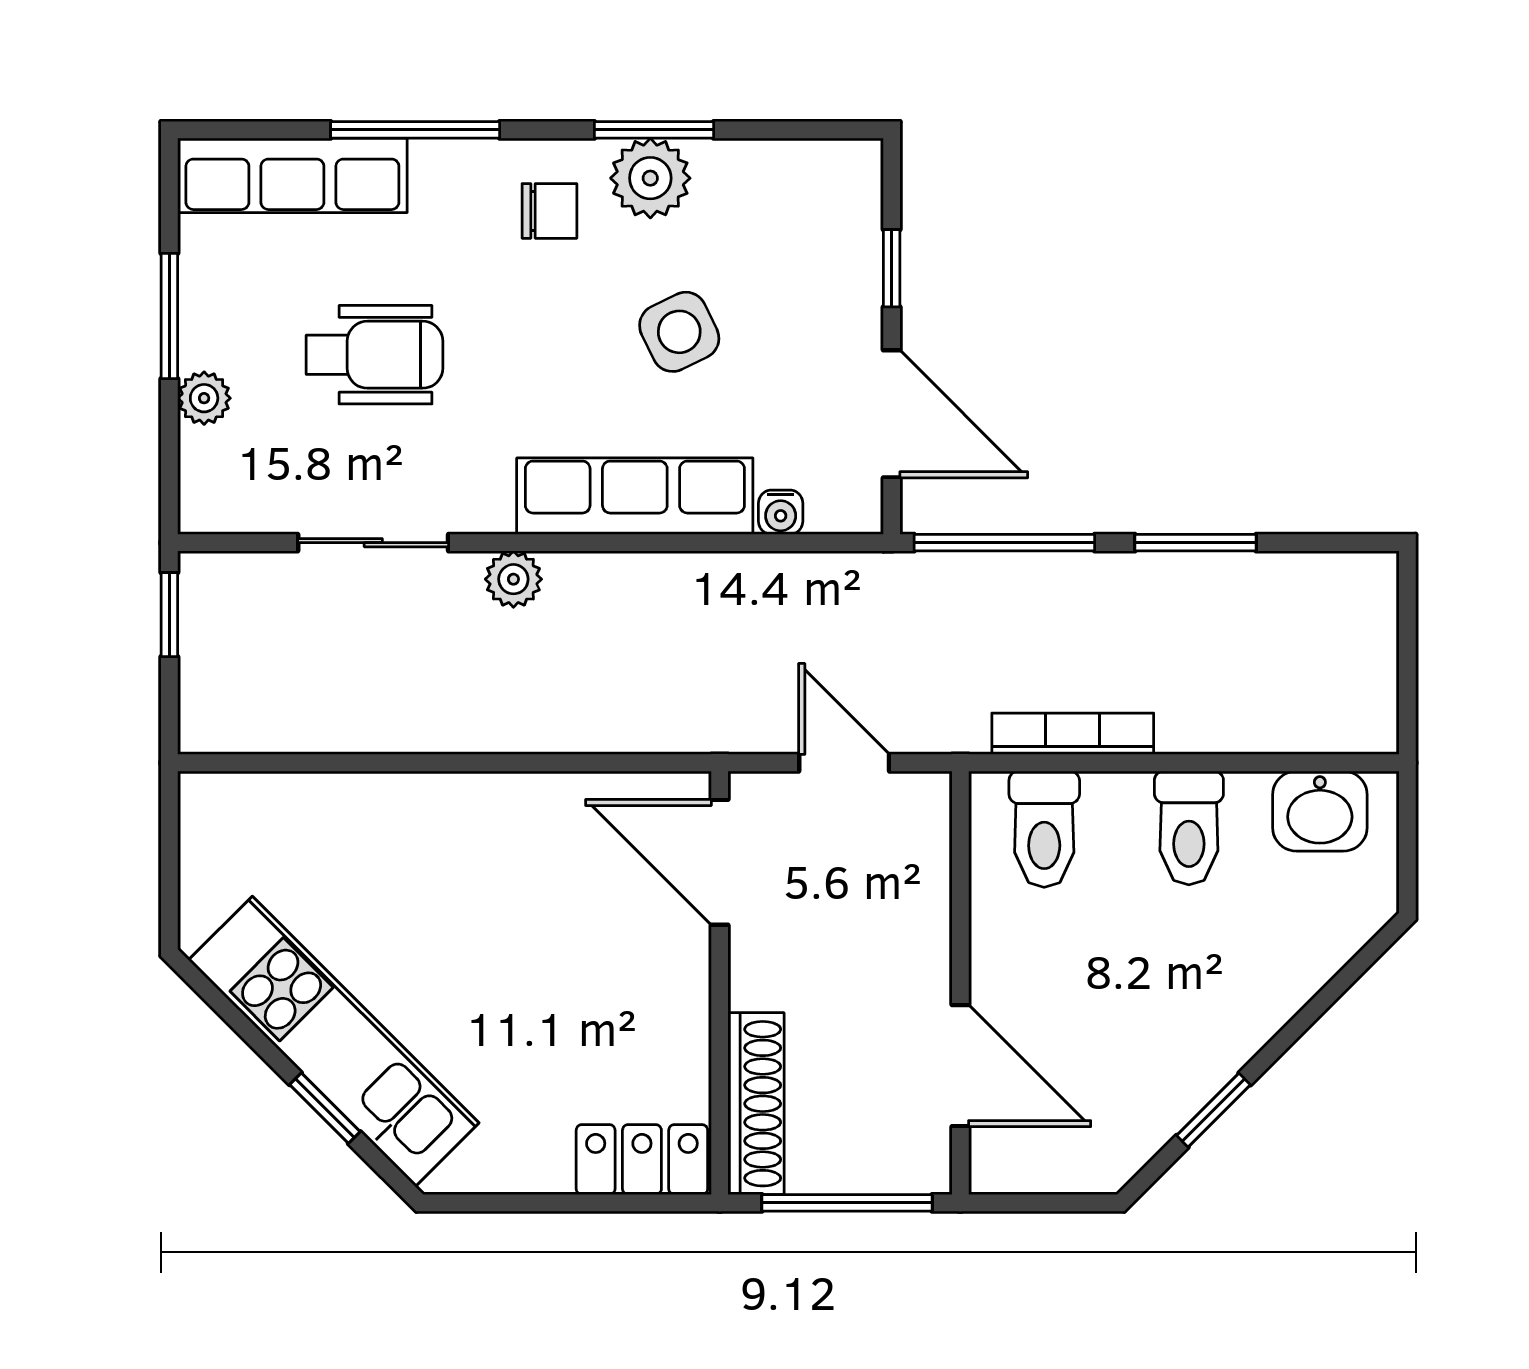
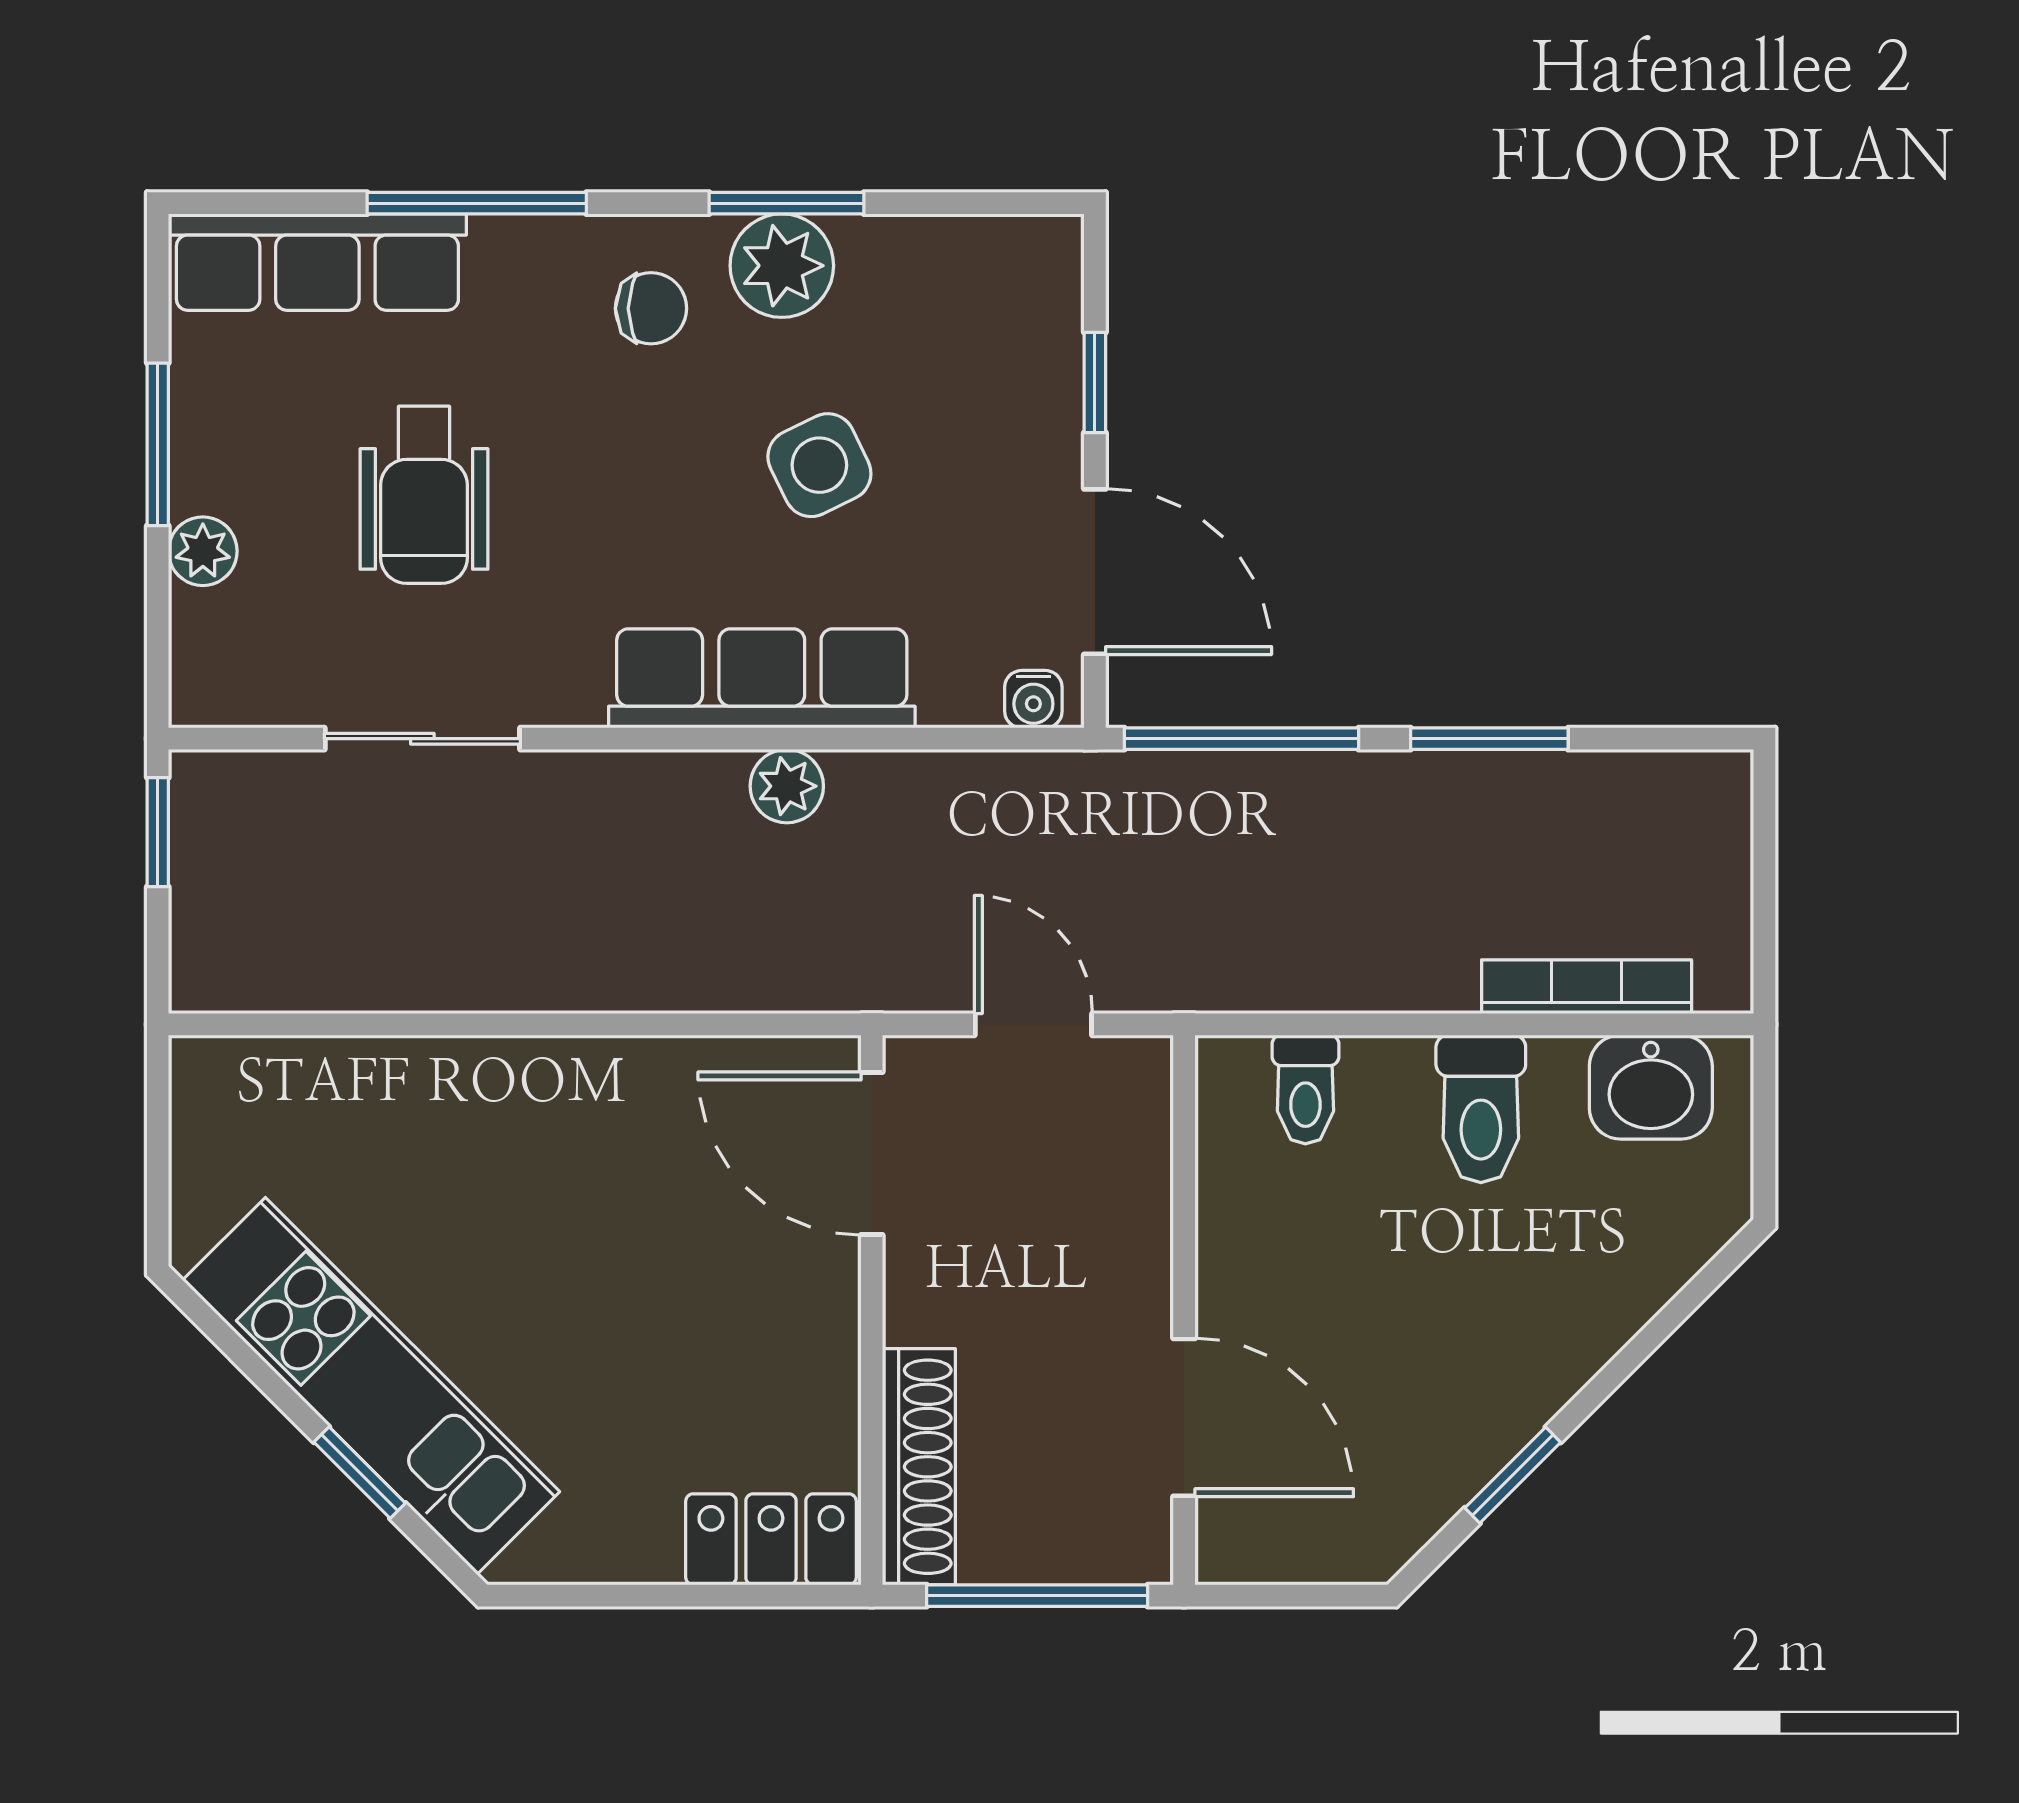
wheelchair: (375, 355) -> (424, 495), turned 90
water cooler: (781, 512) -> (1033, 699), moved
plant: (513, 579) -> (787, 786), moved
bookcase: (1073, 734) -> (1587, 987), moved
toilet: (1044, 829) -> (1305, 1089), width x0.73, depth x0.72

